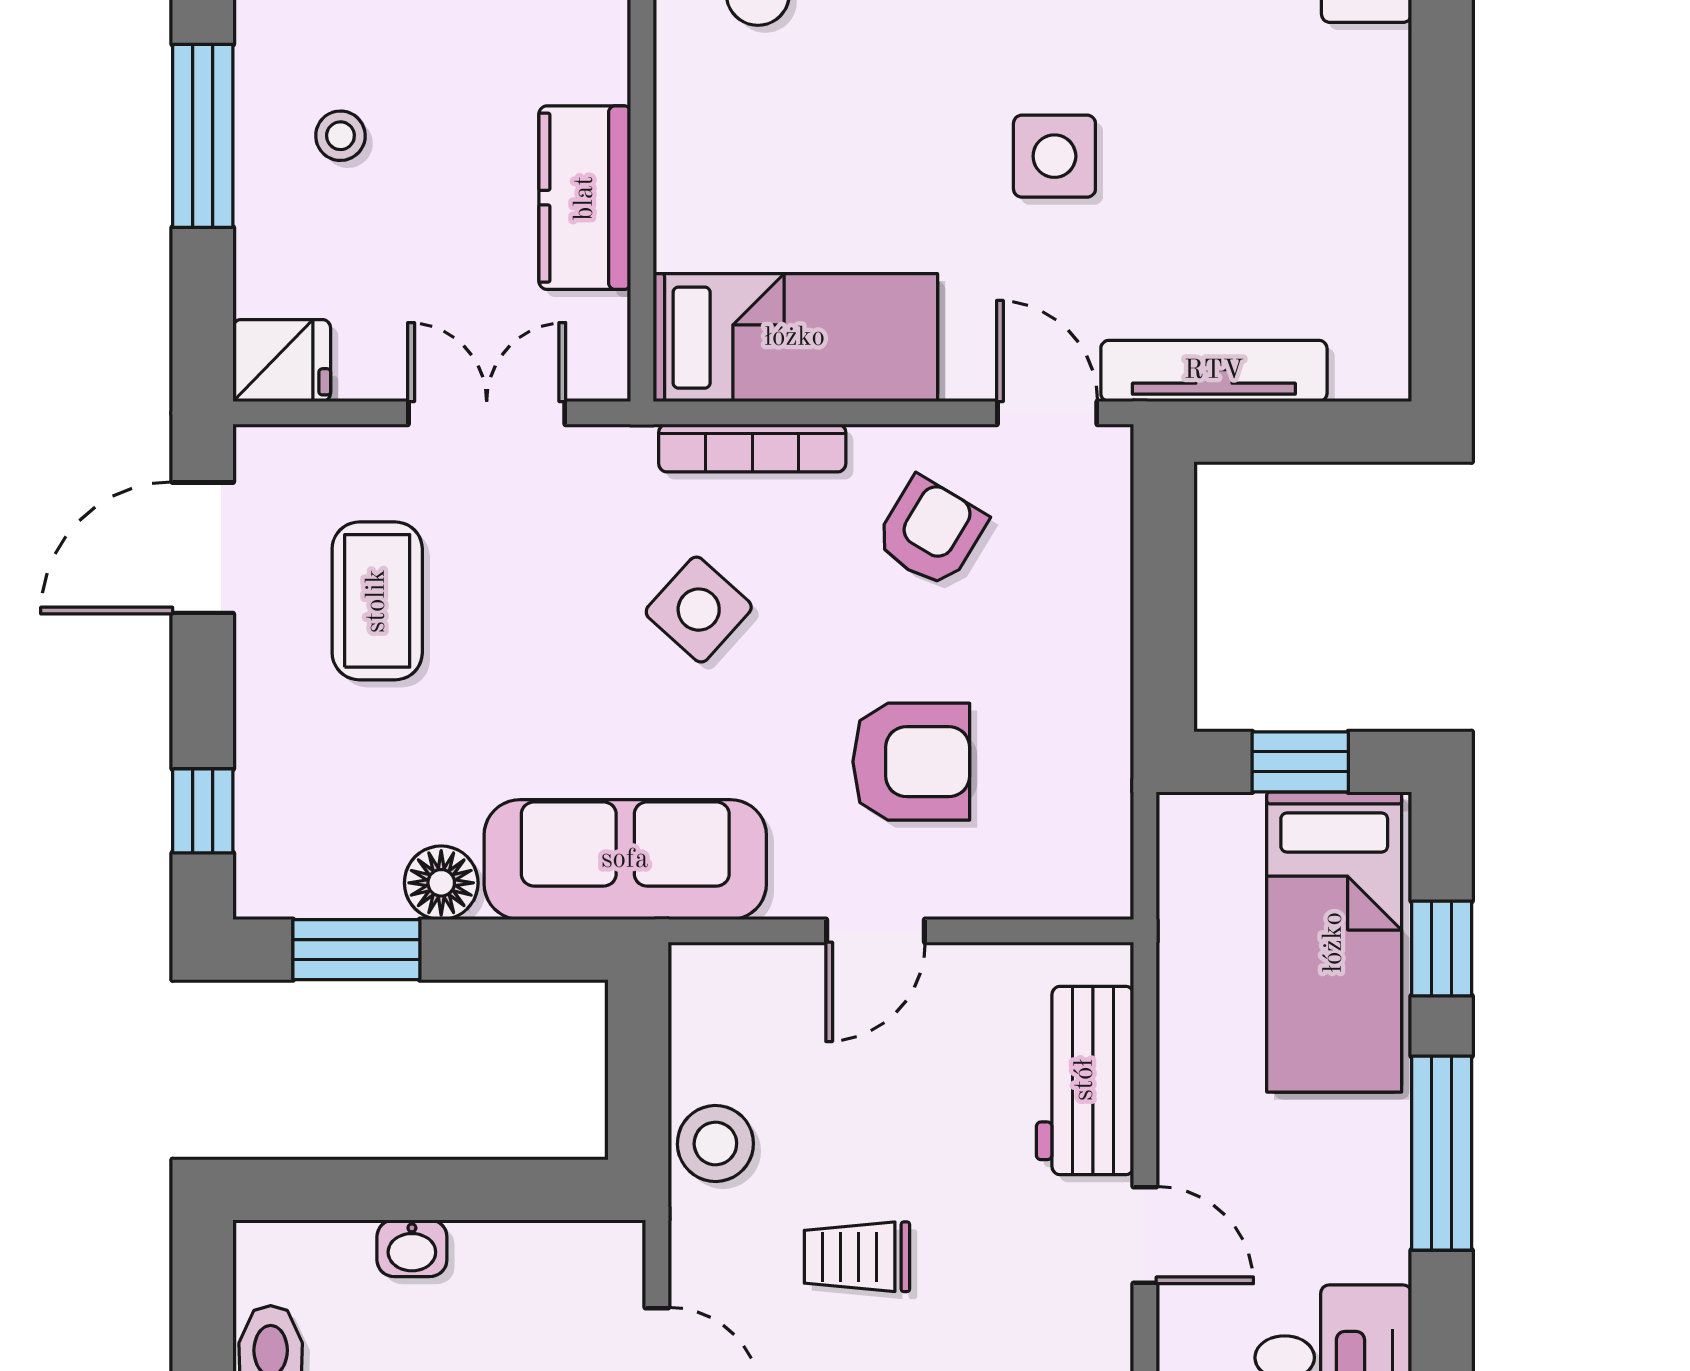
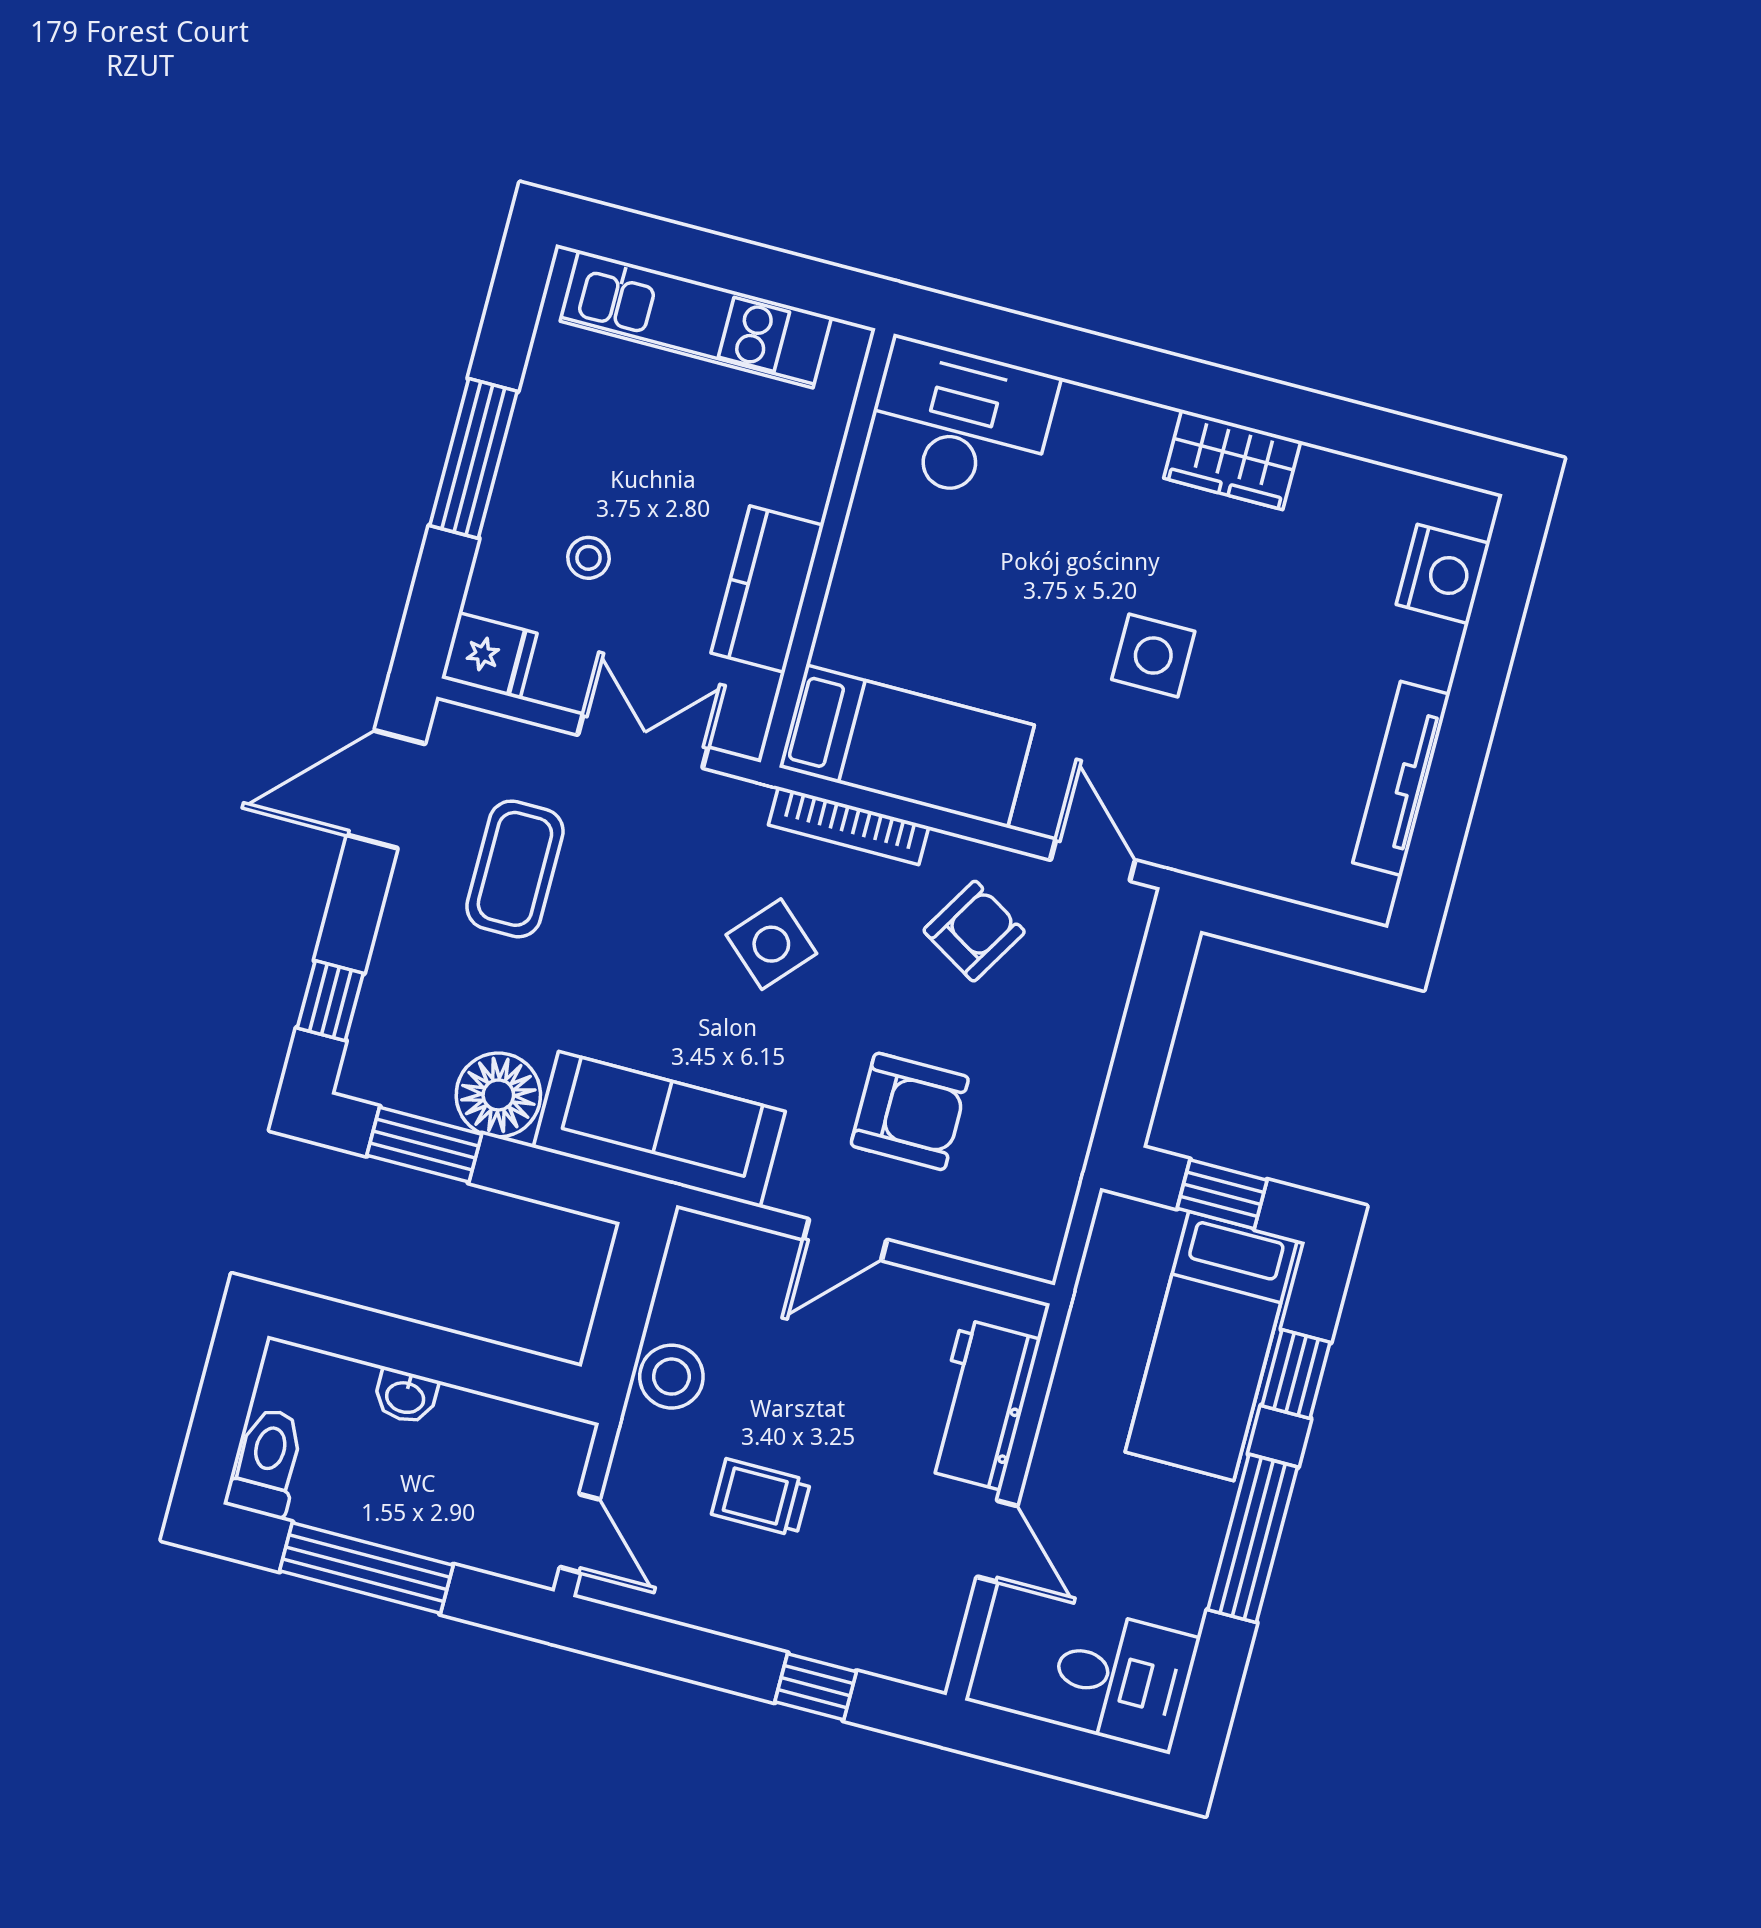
stool: (340, 136) -> (589, 558), moved
tv unit: (1214, 371) -> (1401, 778), moved, turned -90
floor lamp: (441, 883) -> (498, 1095), width x1.38, depth x1.38

